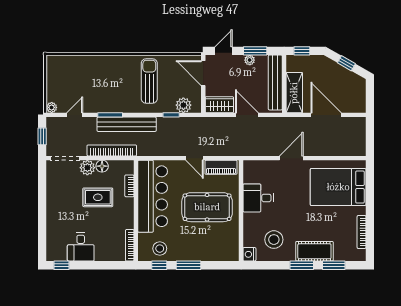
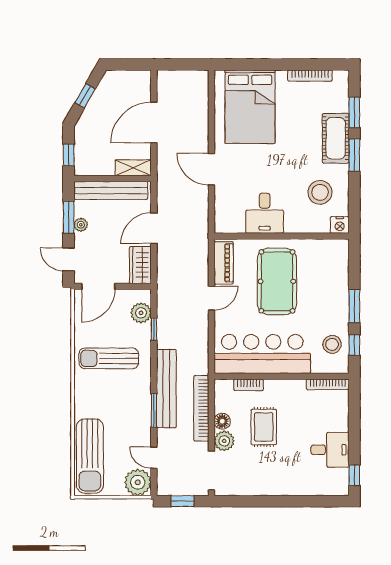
sun lounger: (76, 67) -> (90, 456), added
shelving: (294, 93) -> (133, 168), width x0.67, depth x0.75
plant: (52, 107) -> (138, 482), width x1.88, depth x1.88

